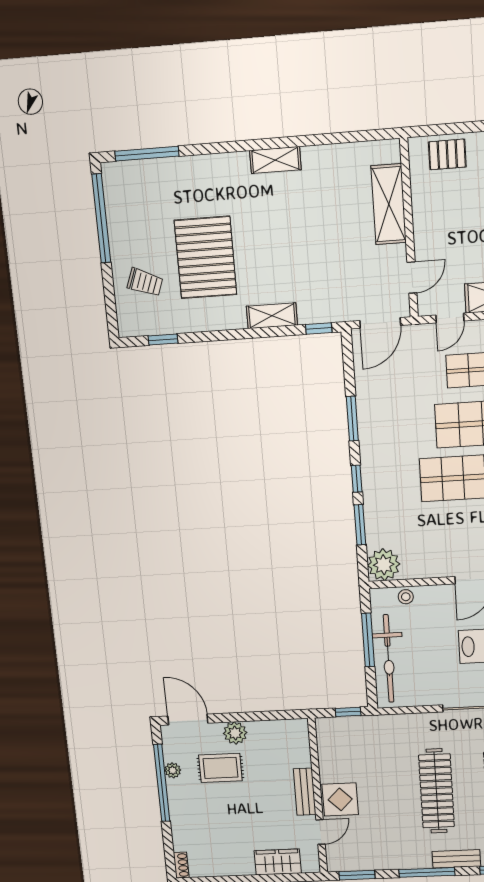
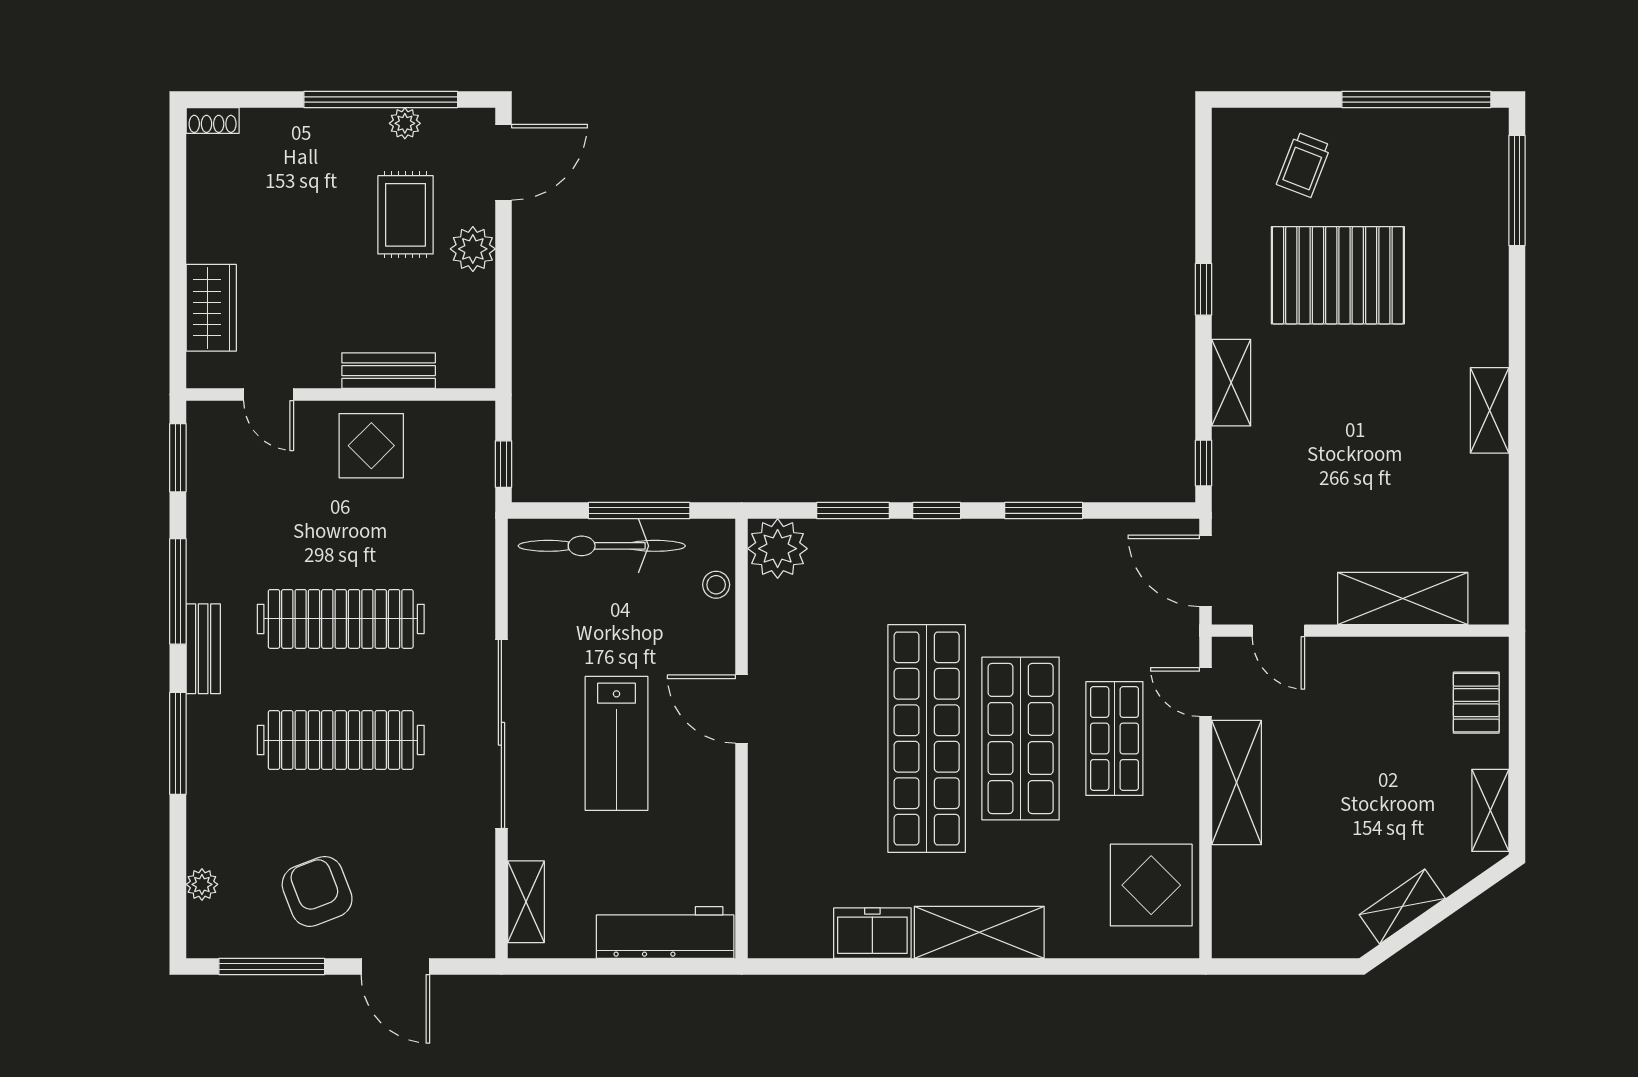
window: (163, 340) -> (1204, 289), moved
bench: (305, 792) -> (389, 371), moved
display table: (340, 799) -> (371, 446), moved

